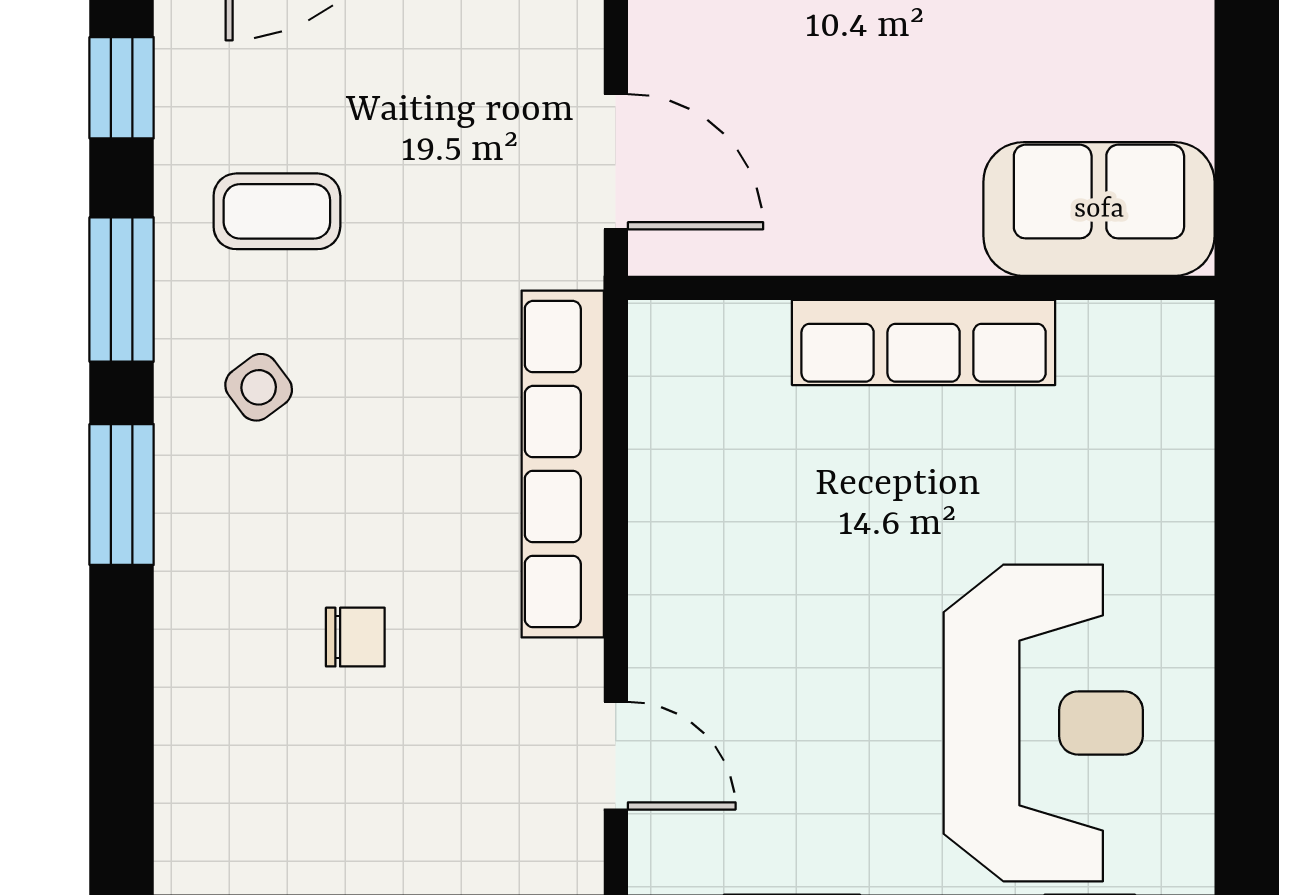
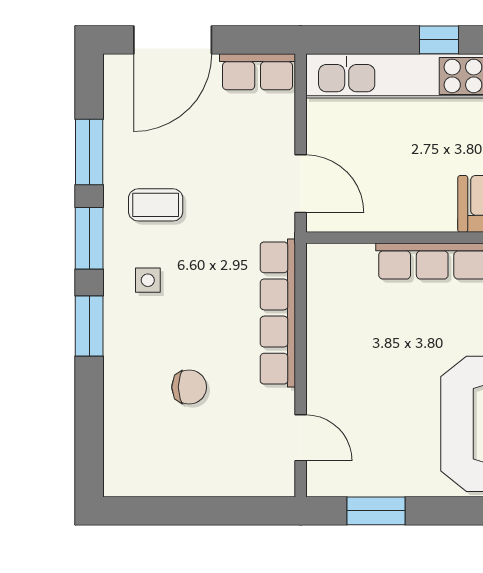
window: (122, 88) -> (89, 152), width x1.50
side table: (259, 387) -> (148, 280), turned 37
chair: (355, 637) -> (189, 387), width x1.37, depth x1.37

